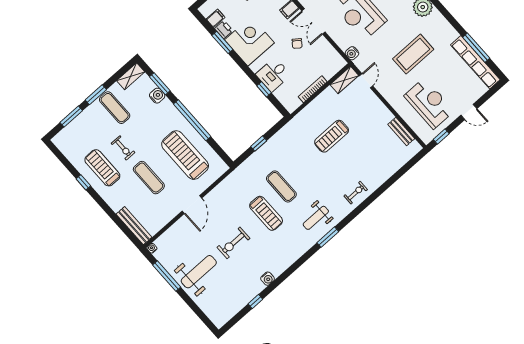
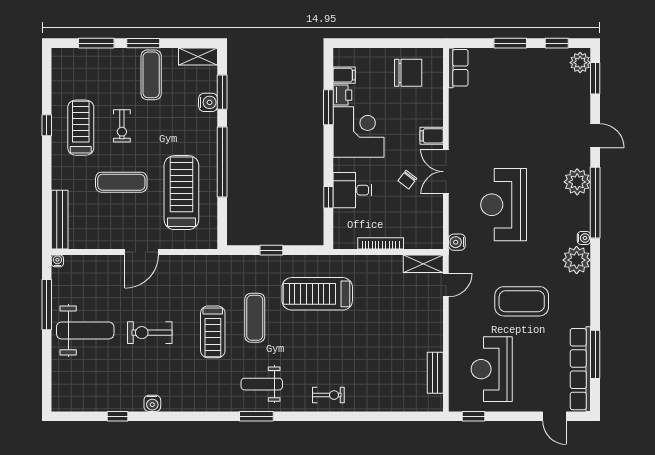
reception desk: (429, 103) -> (492, 369), turned 180
door: (469, 112) -> (554, 416), moved
treadmill: (332, 136) -> (317, 294), moved, width x1.37, depth x1.38
exercise mat: (149, 178) -> (121, 182), turned 90

